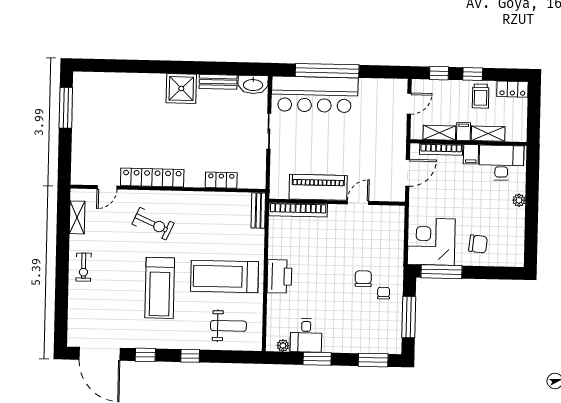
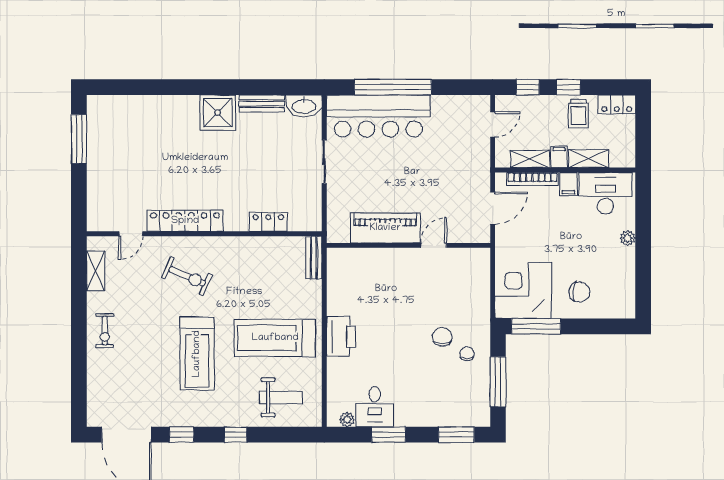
bookcase: (298, 210) -> (362, 256), removed

